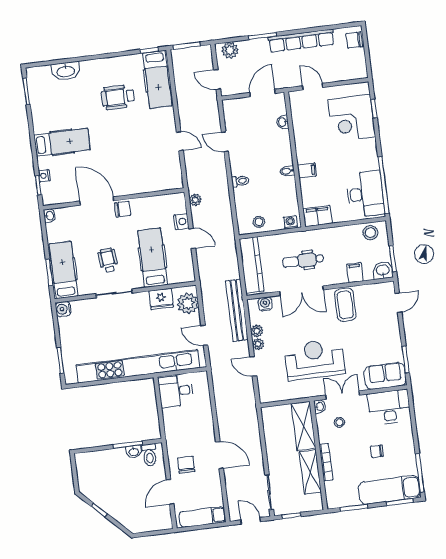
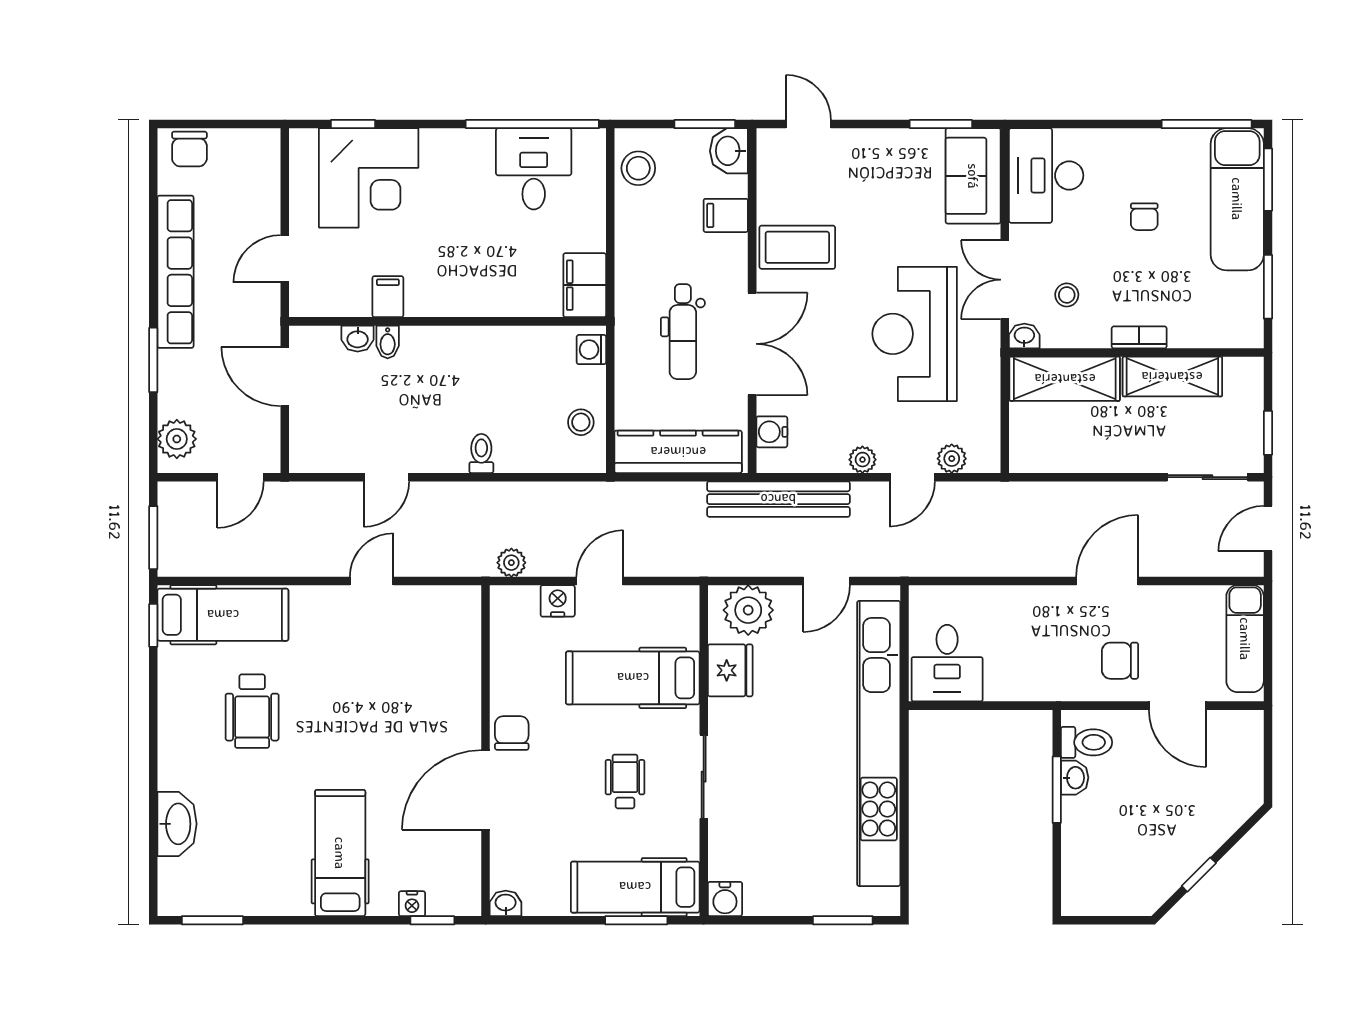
filing cabinet: (307, 170) -> (388, 297), moved
bidet: (287, 171) -> (388, 342), moved
desk: (365, 194) -> (534, 169), width x0.73
wheelchair: (108, 260) -> (625, 781), turned 95
plant: (257, 331) -> (952, 459), moved
bookcase: (326, 462) -> (1139, 337), width x0.64

